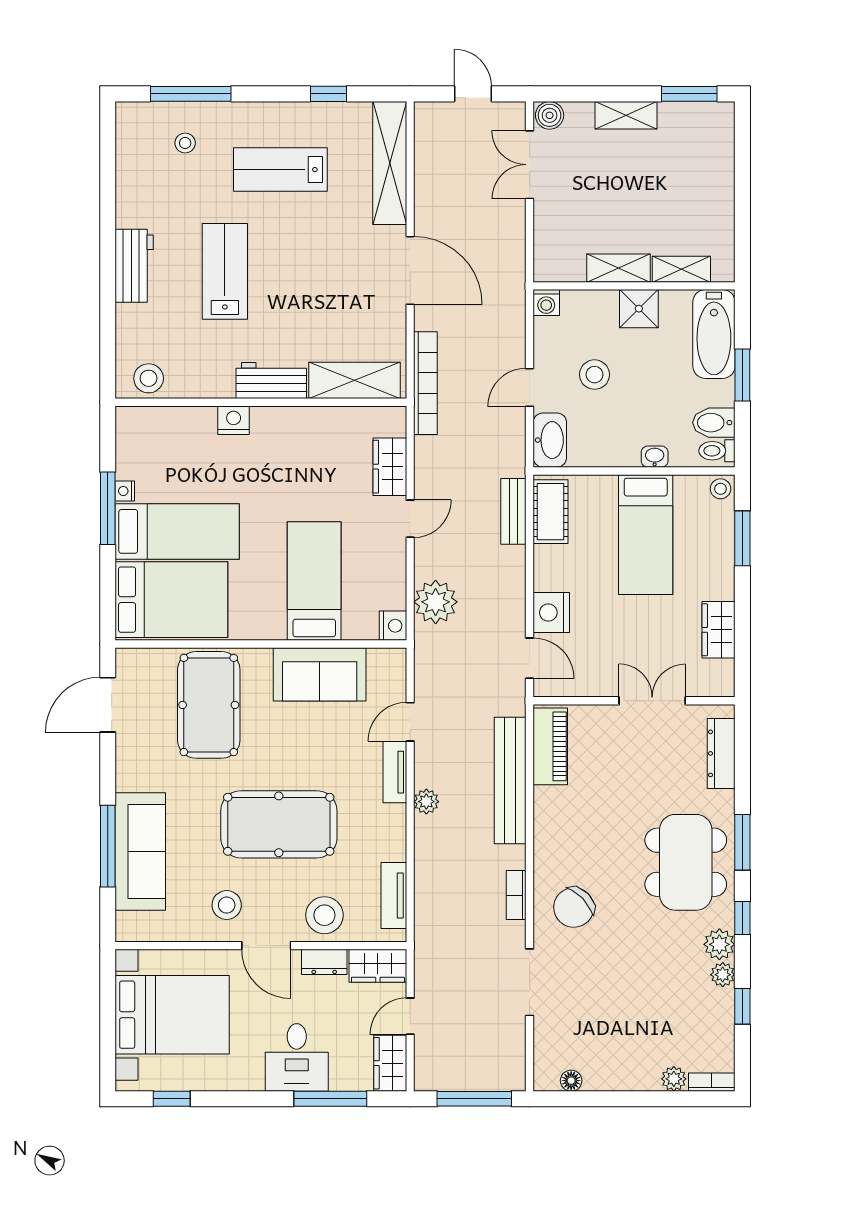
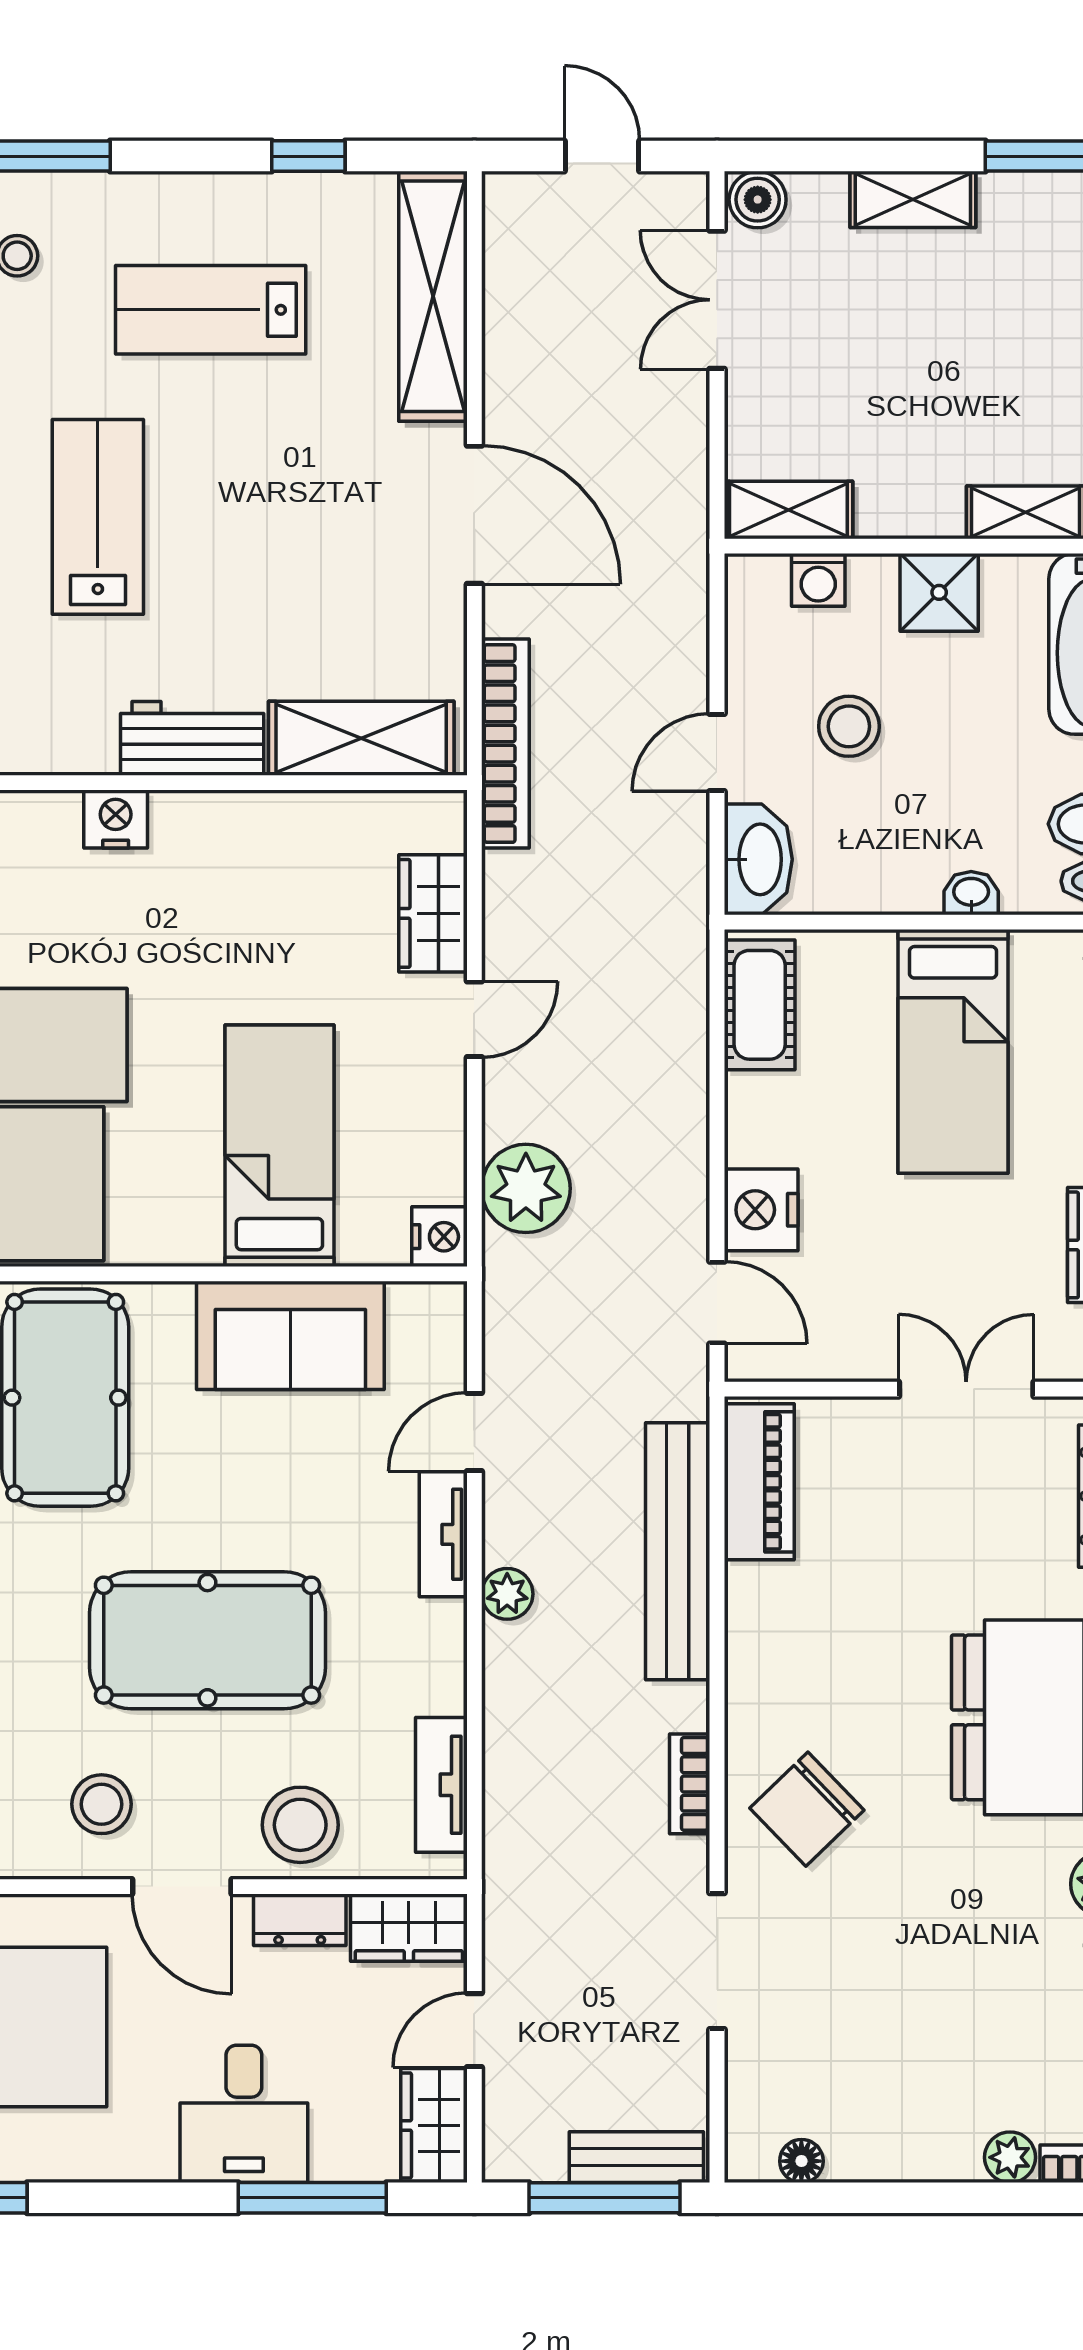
shelving: (618, 268) -> (788, 510), moved
washing machine: (546, 302) -> (818, 580), moved
bench: (513, 511) -> (636, 2157), moved, turned 90

